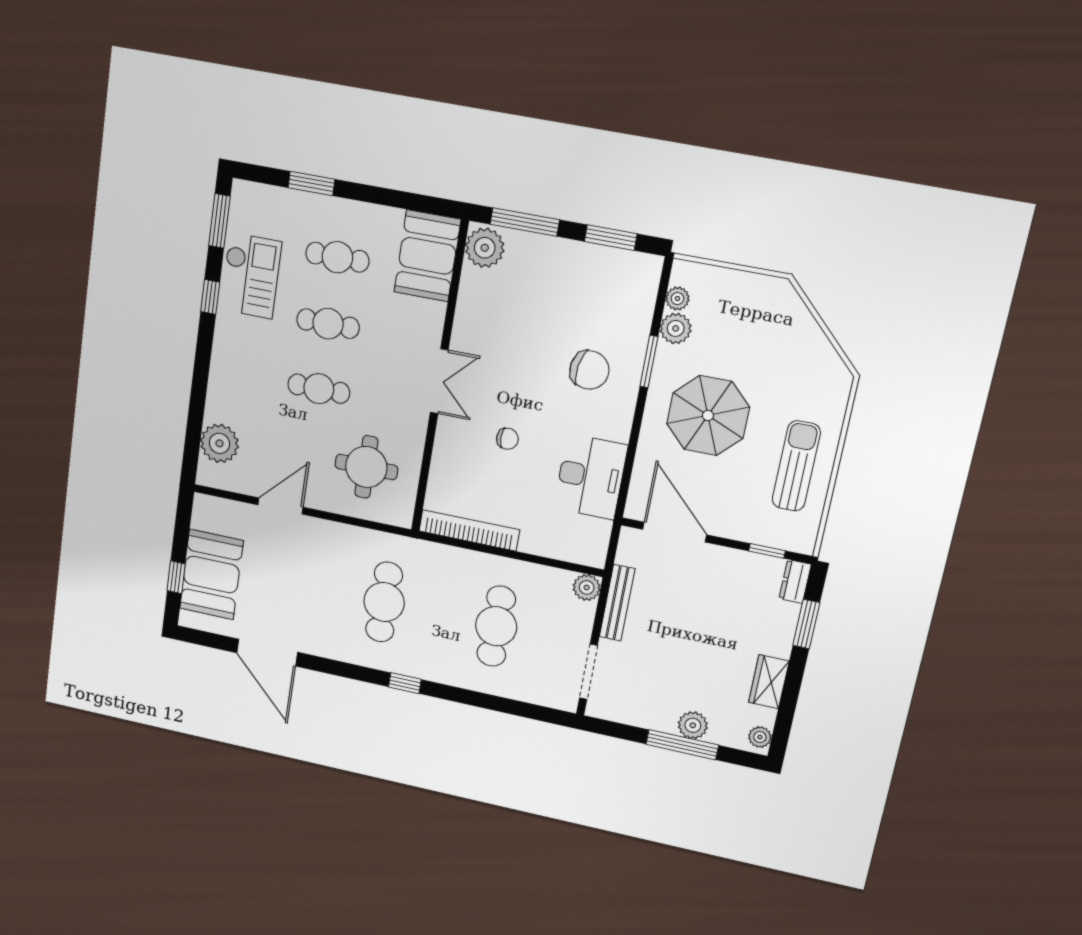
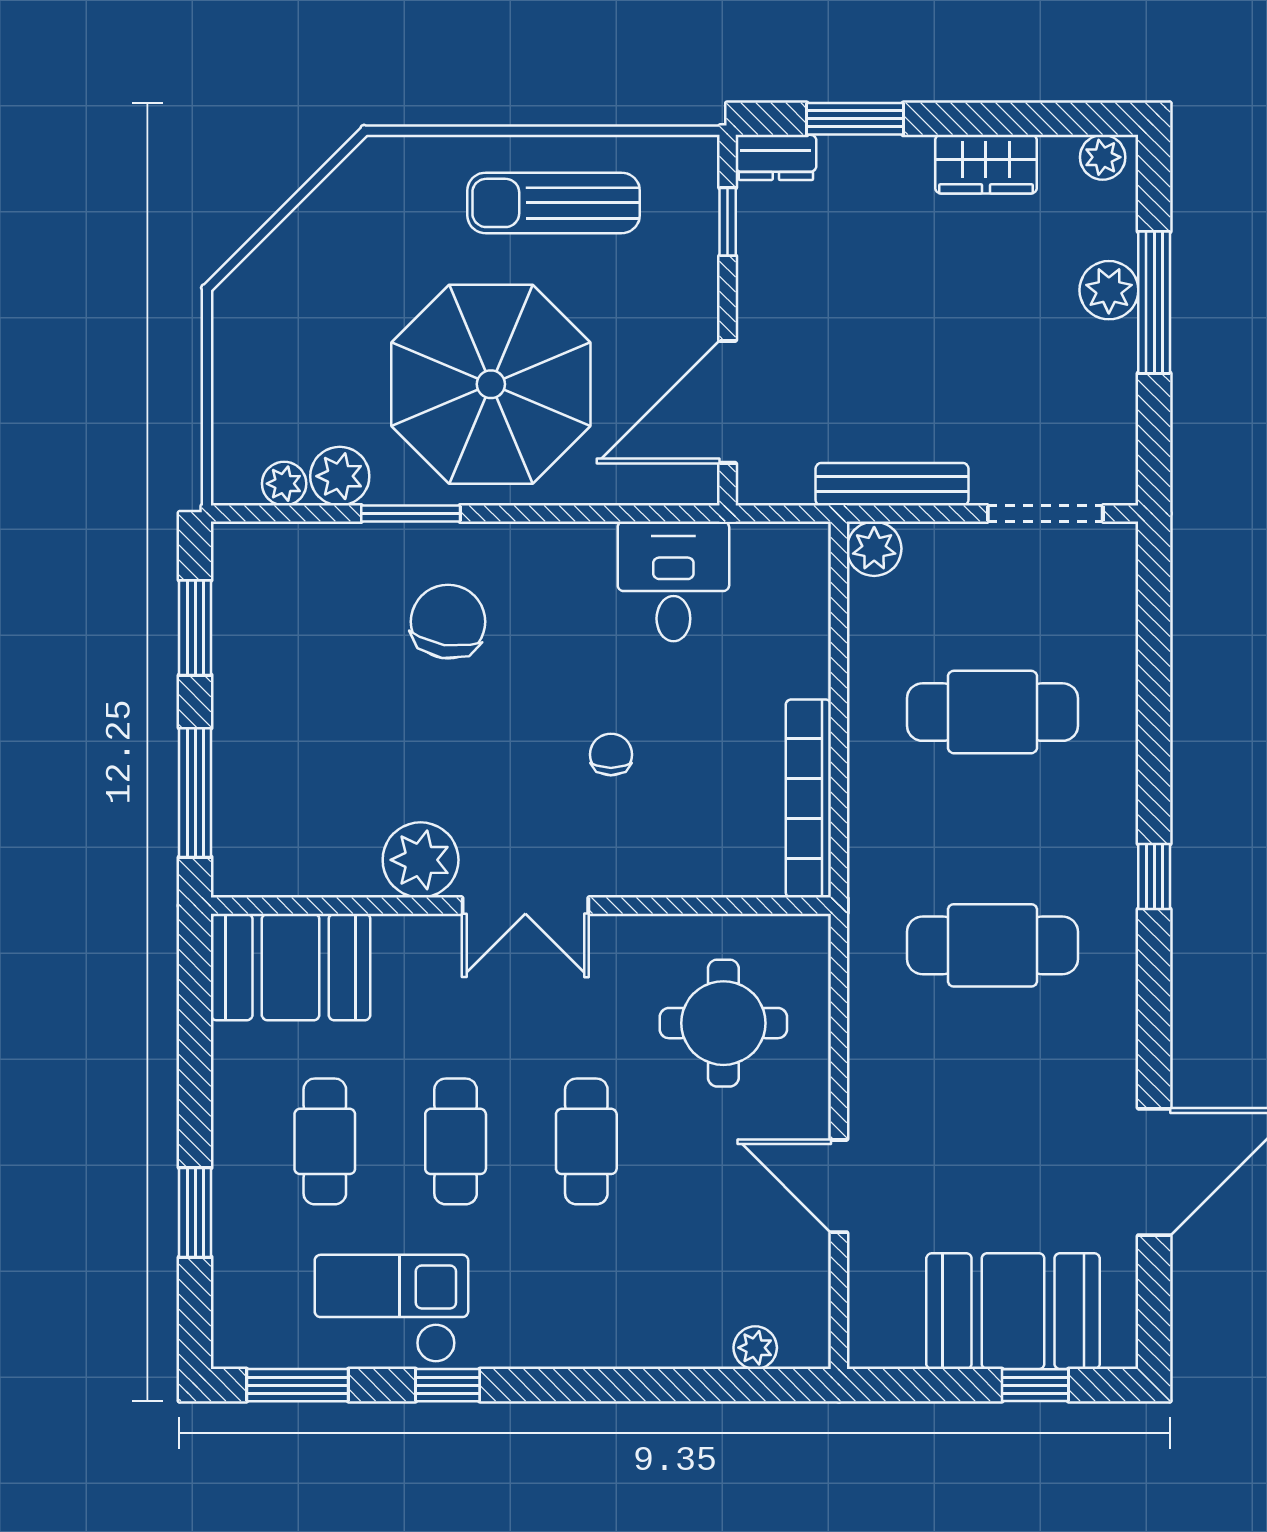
plant: (485, 248) -> (421, 860), moved
double door: (439, 381) -> (525, 906), swing flipped
parasol: (708, 416) -> (491, 384), width x1.36, depth x1.36
plant: (219, 443) -> (755, 1348), width x0.53, depth x0.53
desk: (591, 477) -> (673, 581), width x0.73

